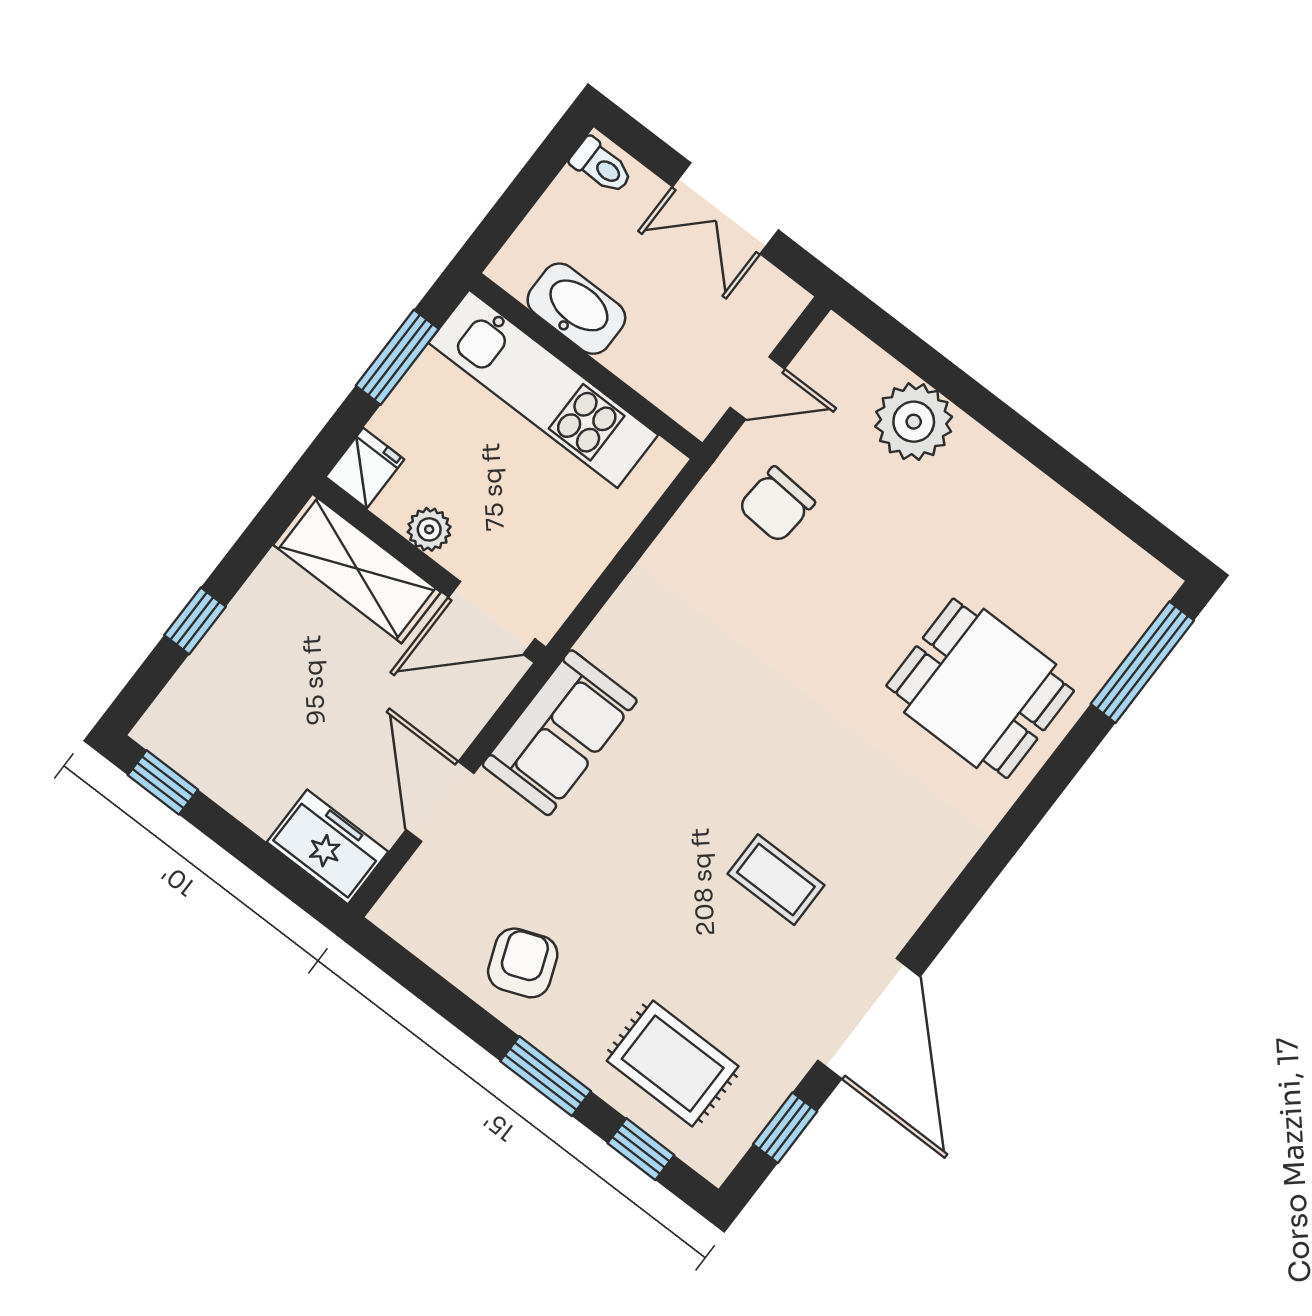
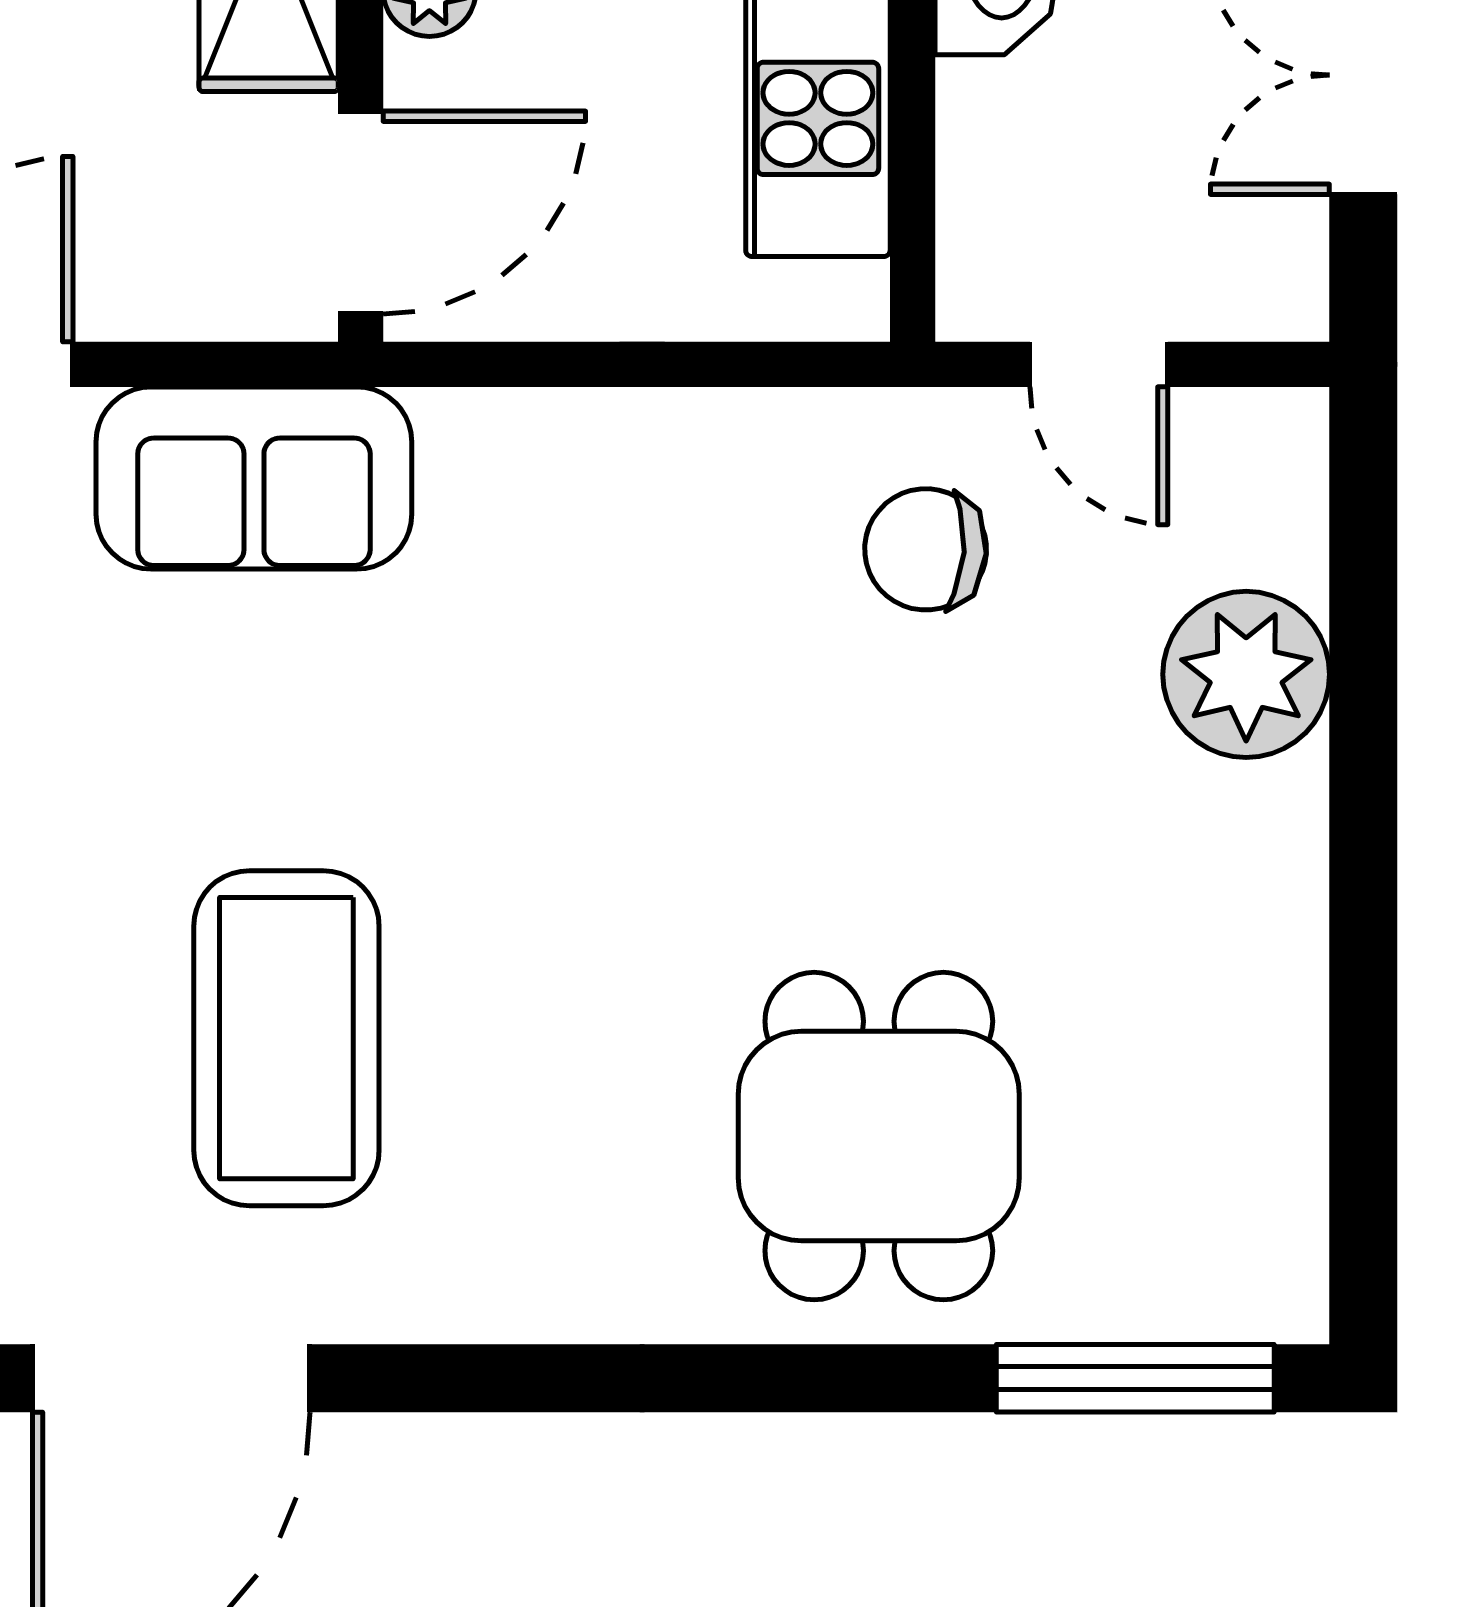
door: (492, 618) -> (361, 212), swing flipped
coffee table: (776, 880) -> (286, 1038), width x1.86, depth x1.72

